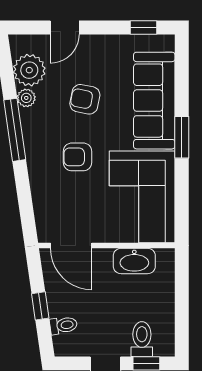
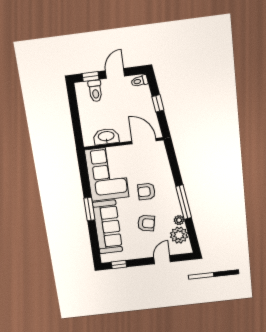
armchair: (78, 157) -> (146, 191), turned 180
toilet: (63, 325) -> (139, 81), moved

